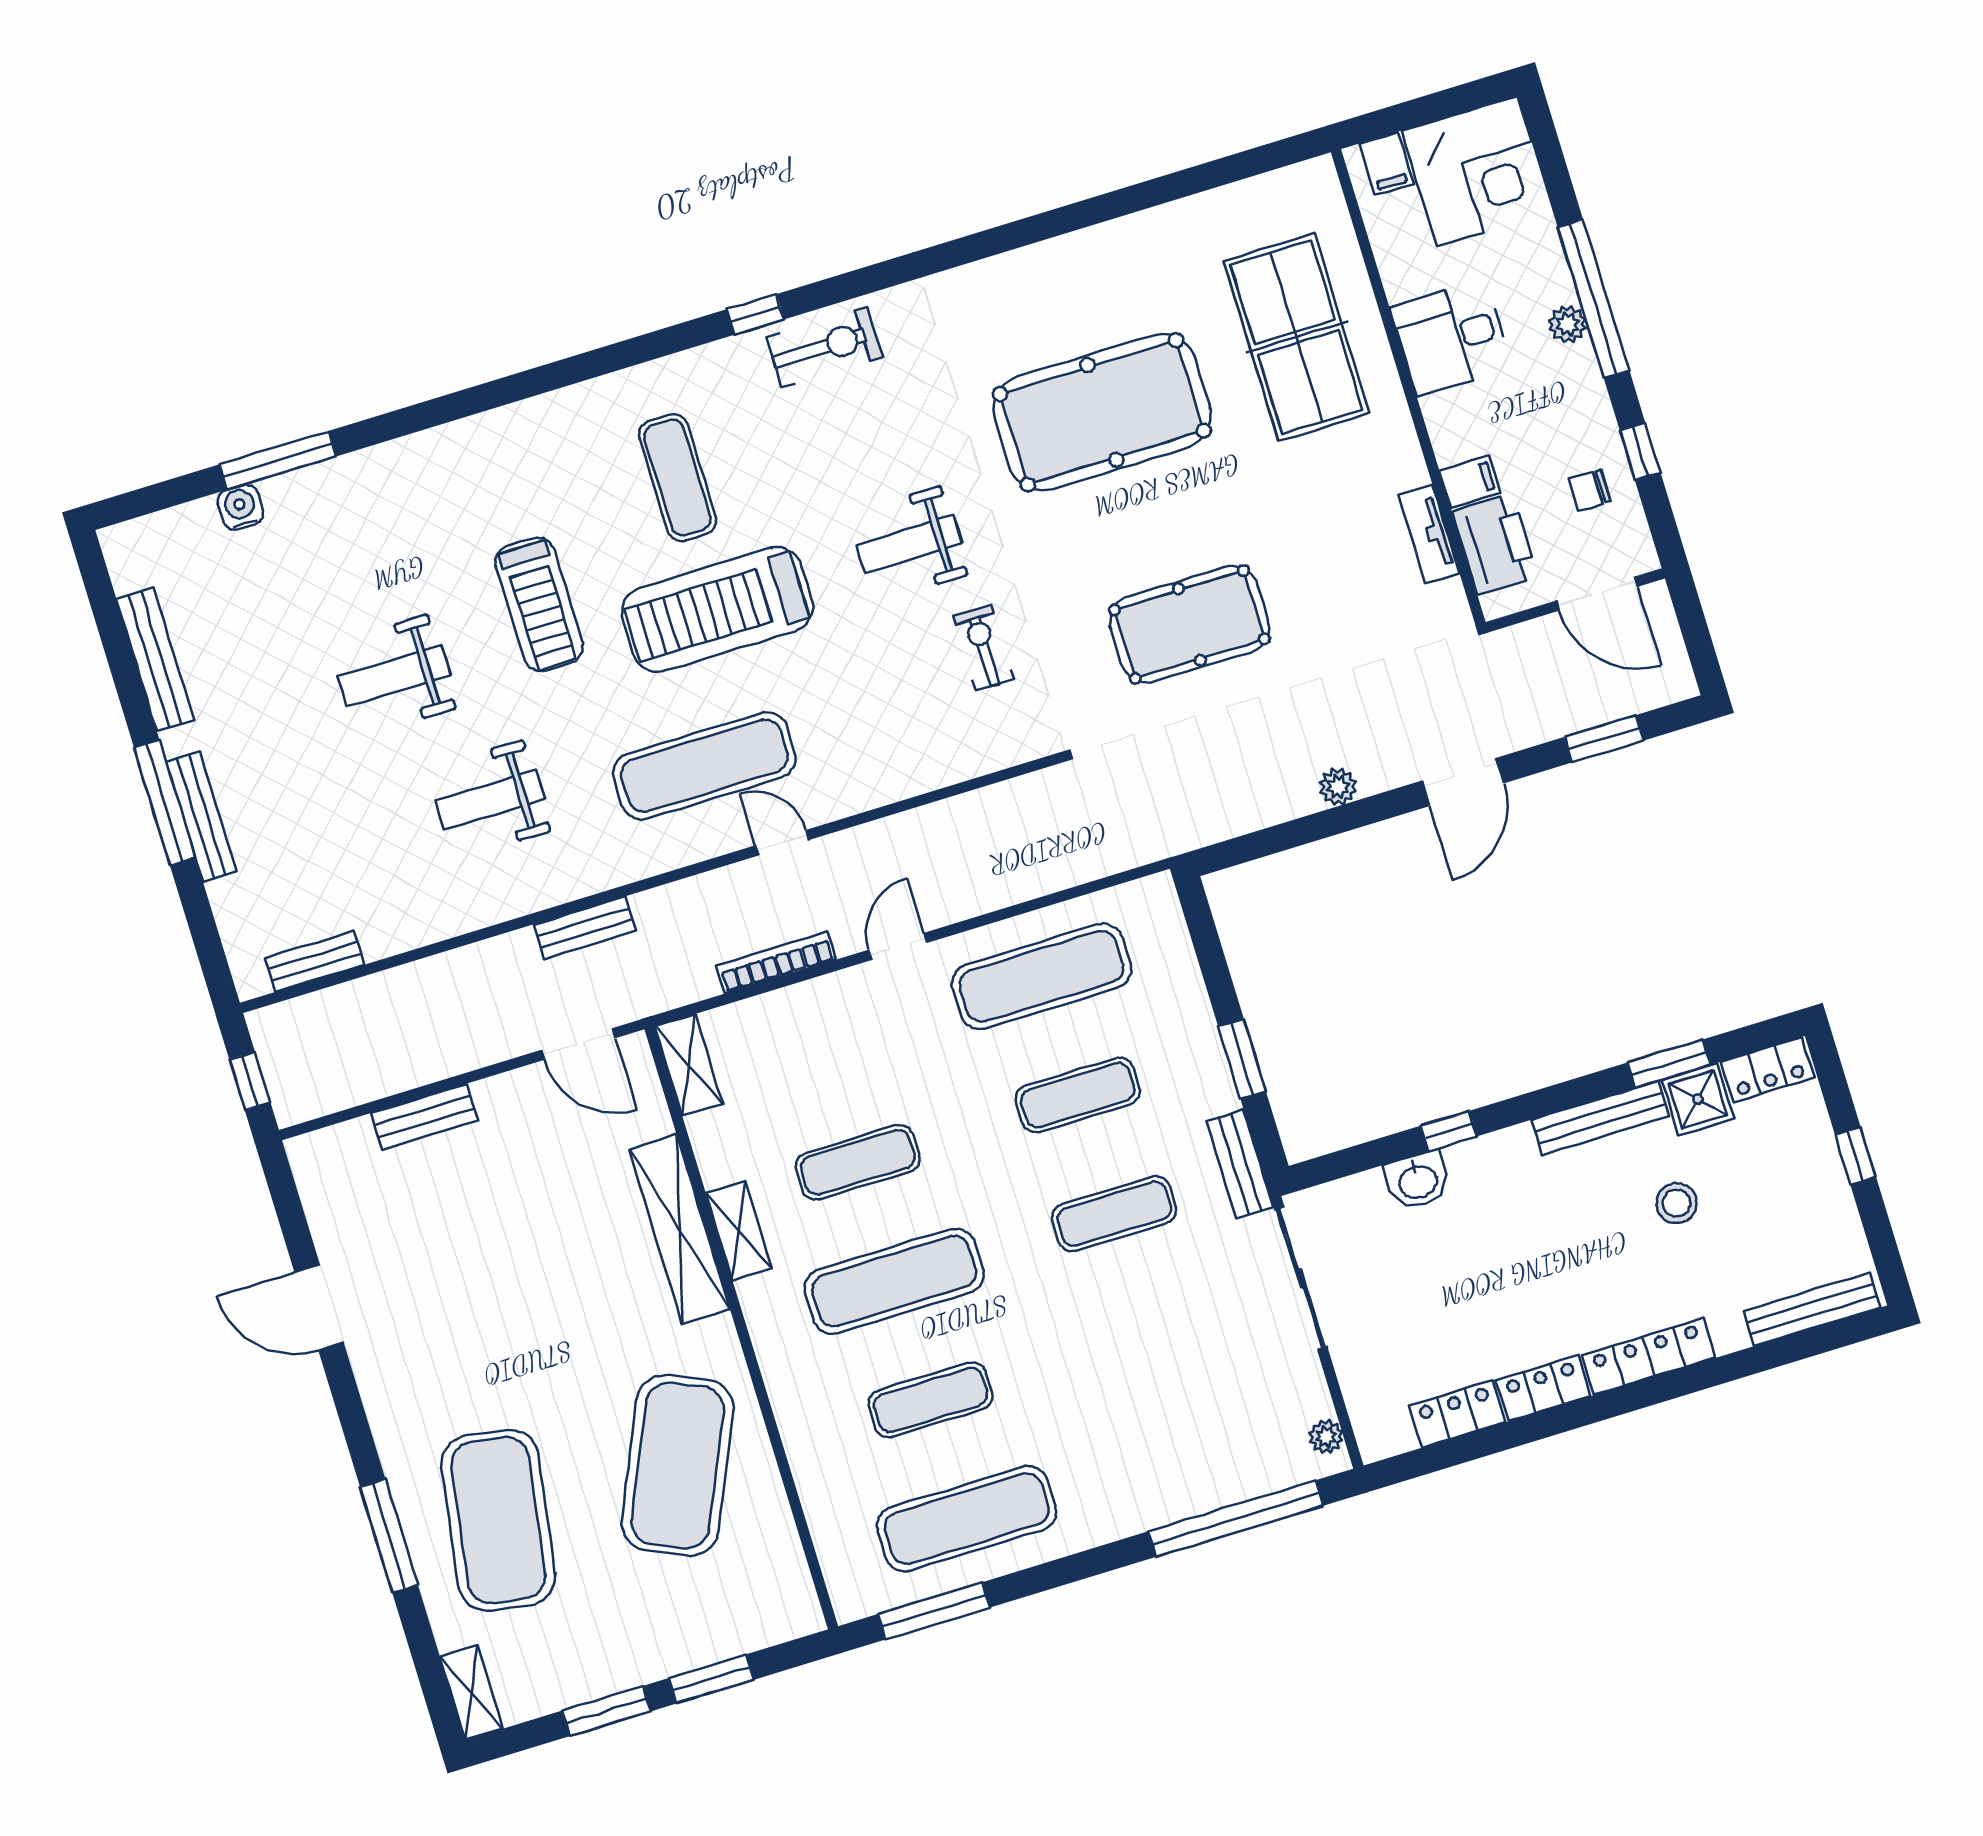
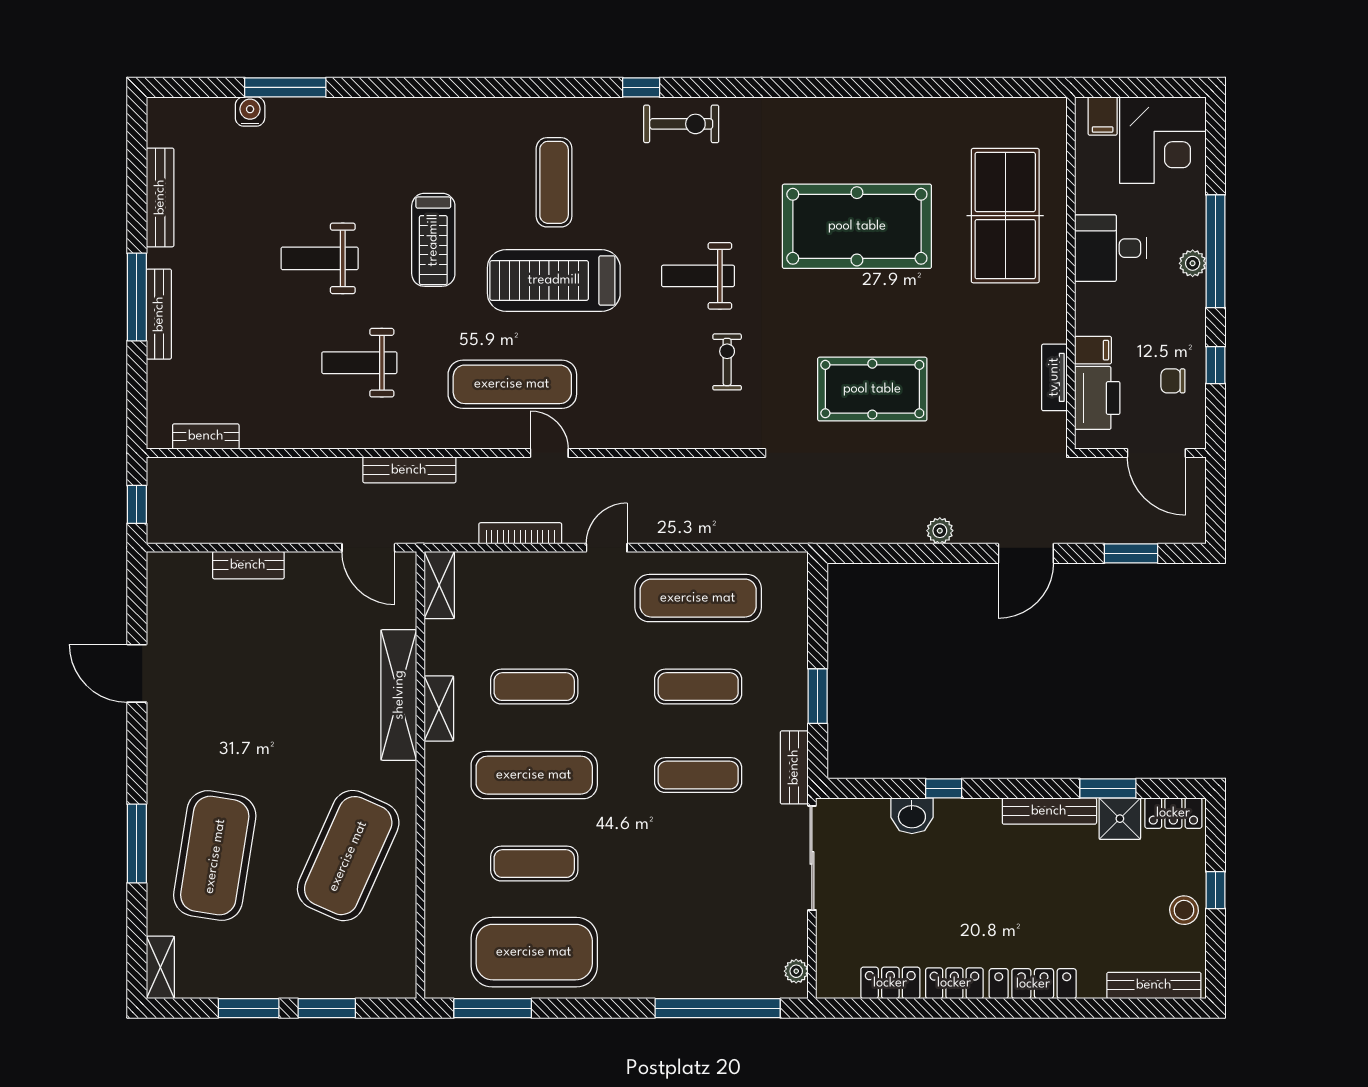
bench: (585, 928) -> (409, 470), width x1.36
stool: (1677, 1203) -> (1184, 910), moved
exercise mat: (967, 1519) -> (534, 952), width x1.47

